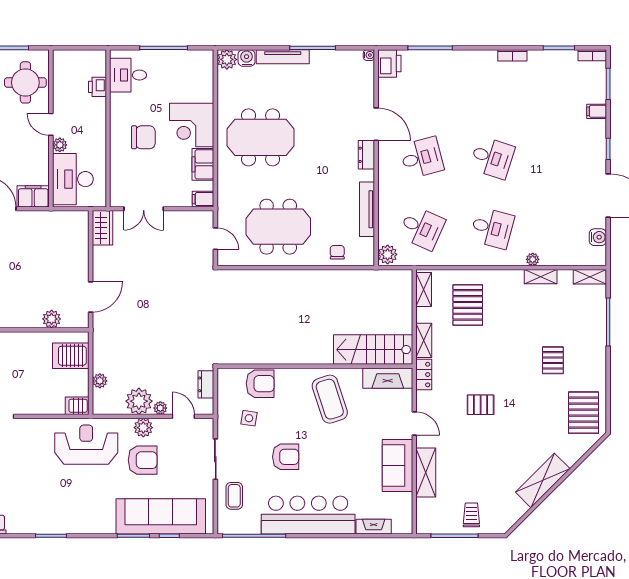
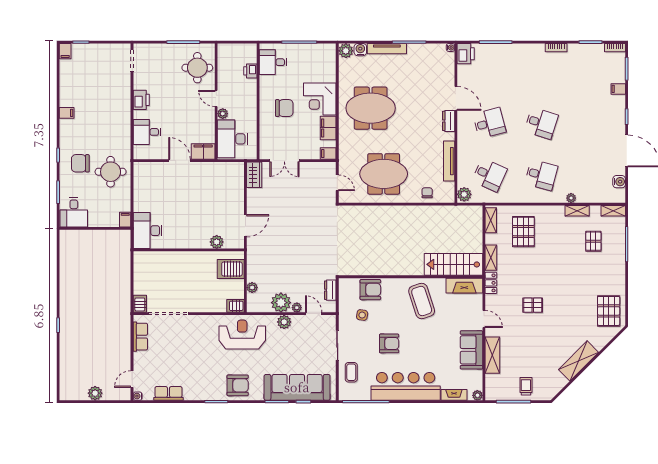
pallet: (553, 360) -> (593, 241), moved
armchair: (143, 460) -> (238, 385), moved
plant: (406, 527) -> (477, 395), added

